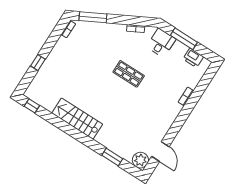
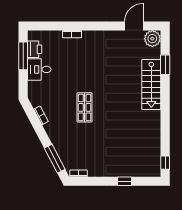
window: (184, 39) -> (23, 56), moved
desk: (161, 43) -> (39, 69), moved
shop shelf: (129, 74) -> (85, 107), moved
stairs: (77, 119) -> (151, 84), moved

